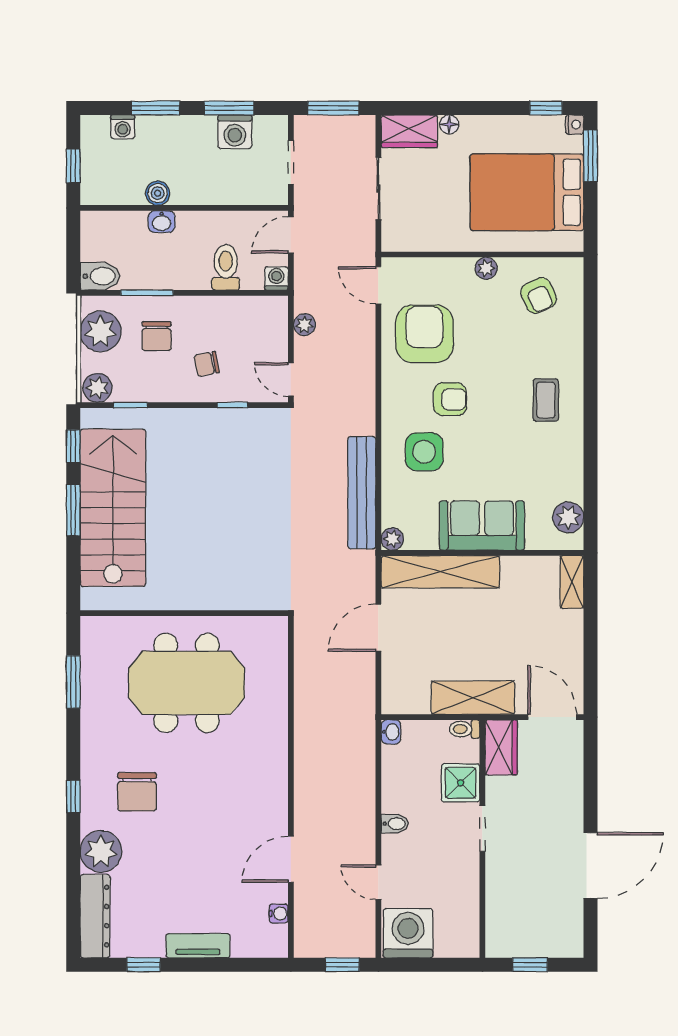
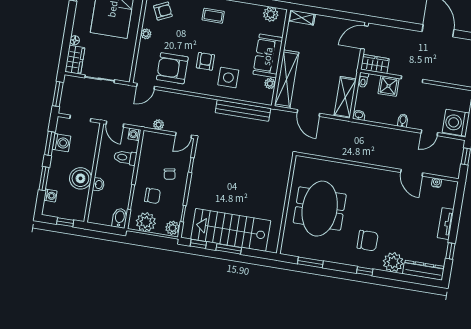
boiler: (158, 193) -> (80, 178), width x1.86, depth x1.86
plant: (392, 539) -> (270, 83), moved
shelving: (473, 698) -> (345, 97), moved

